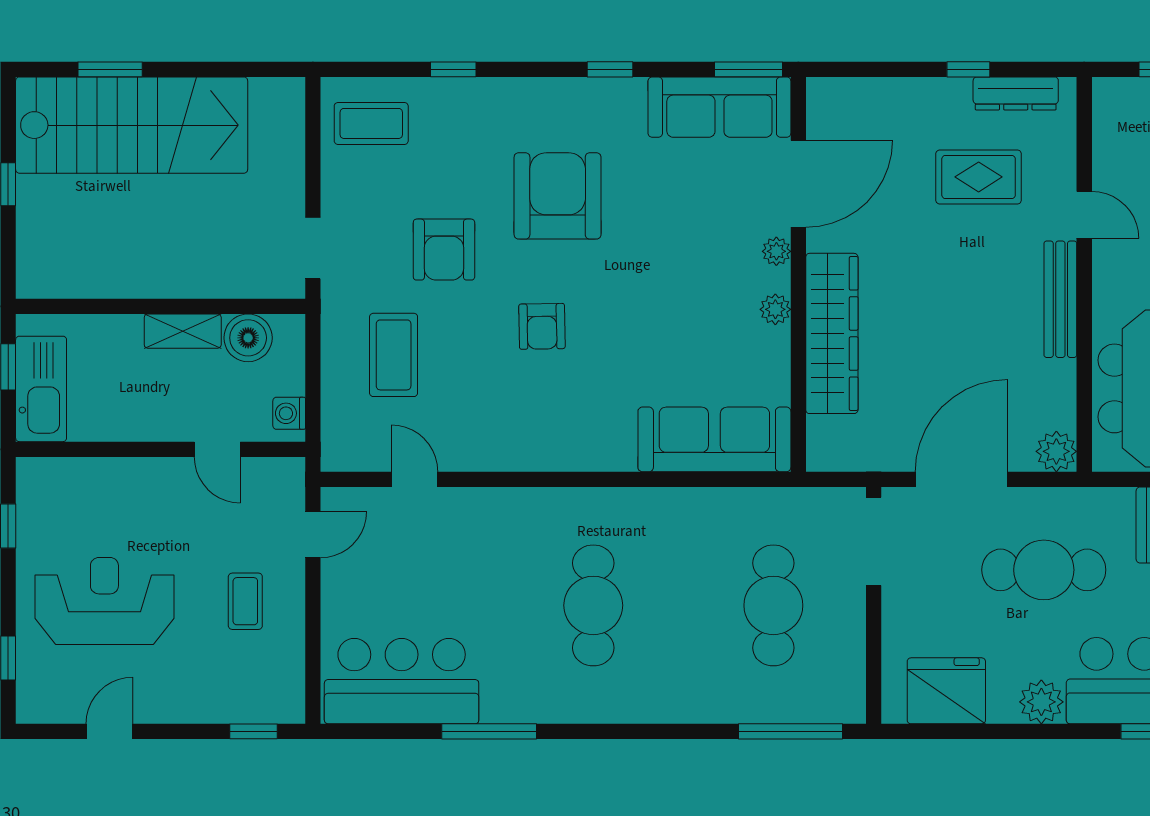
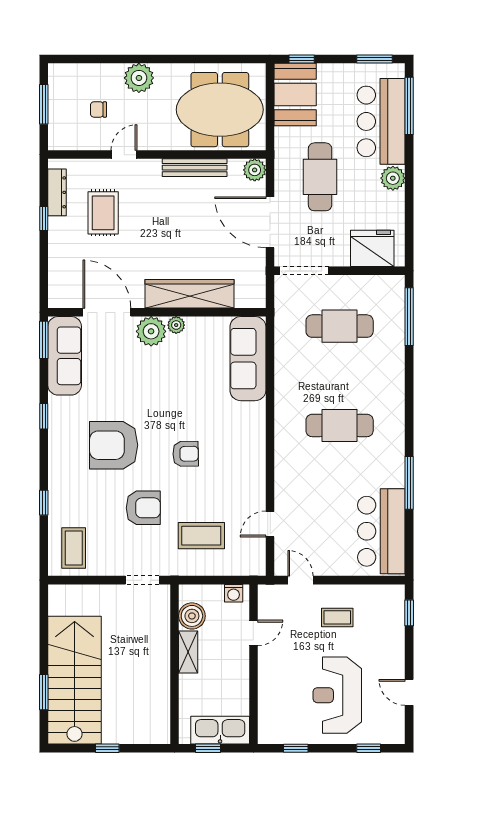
plant: (776, 251) -> (151, 331), width x1.87, depth x1.87
bench: (1060, 299) -> (195, 168), moved
fridge: (946, 691) -> (372, 248), moved, turned 90

